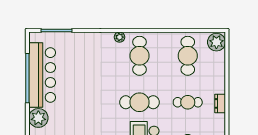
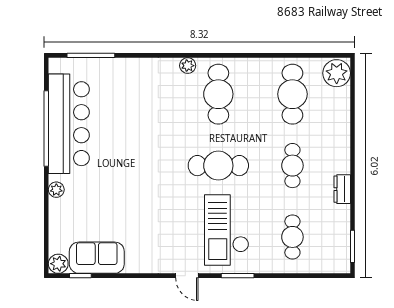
cafe table: (188, 102) -> (292, 166), turned 90
dresser: (220, 103) -> (342, 189), moved
plant: (38, 118) -> (56, 190), width x0.53, depth x0.53

